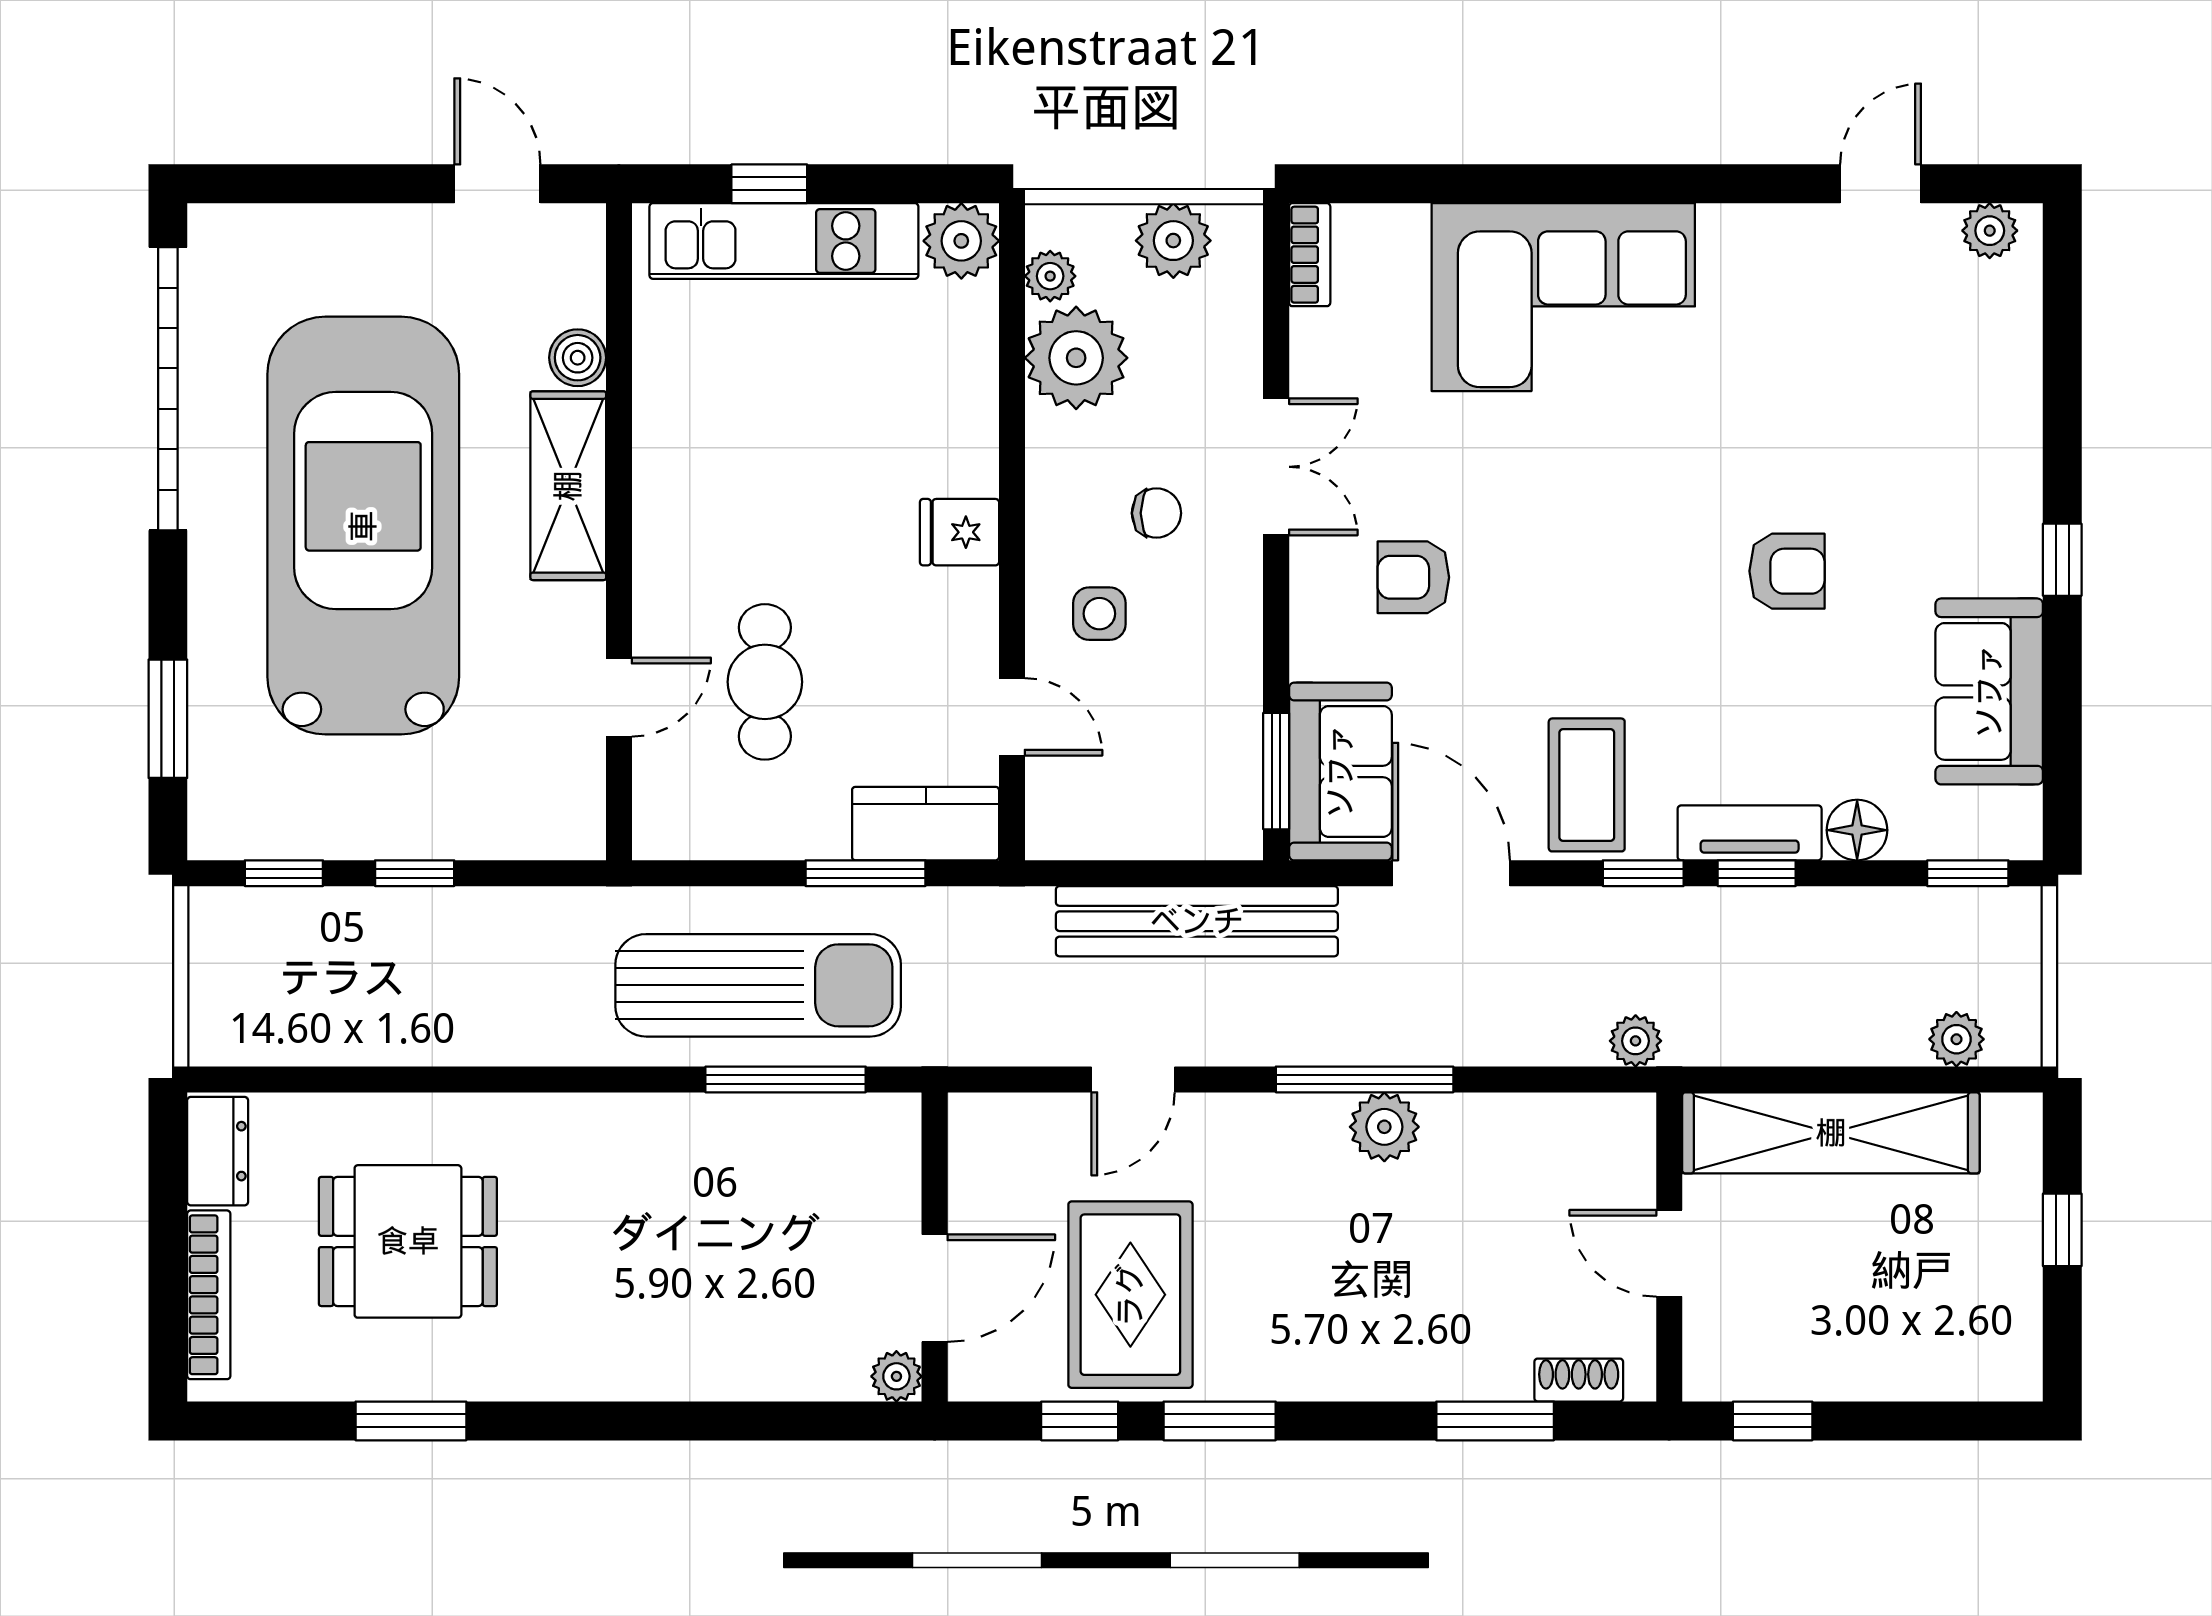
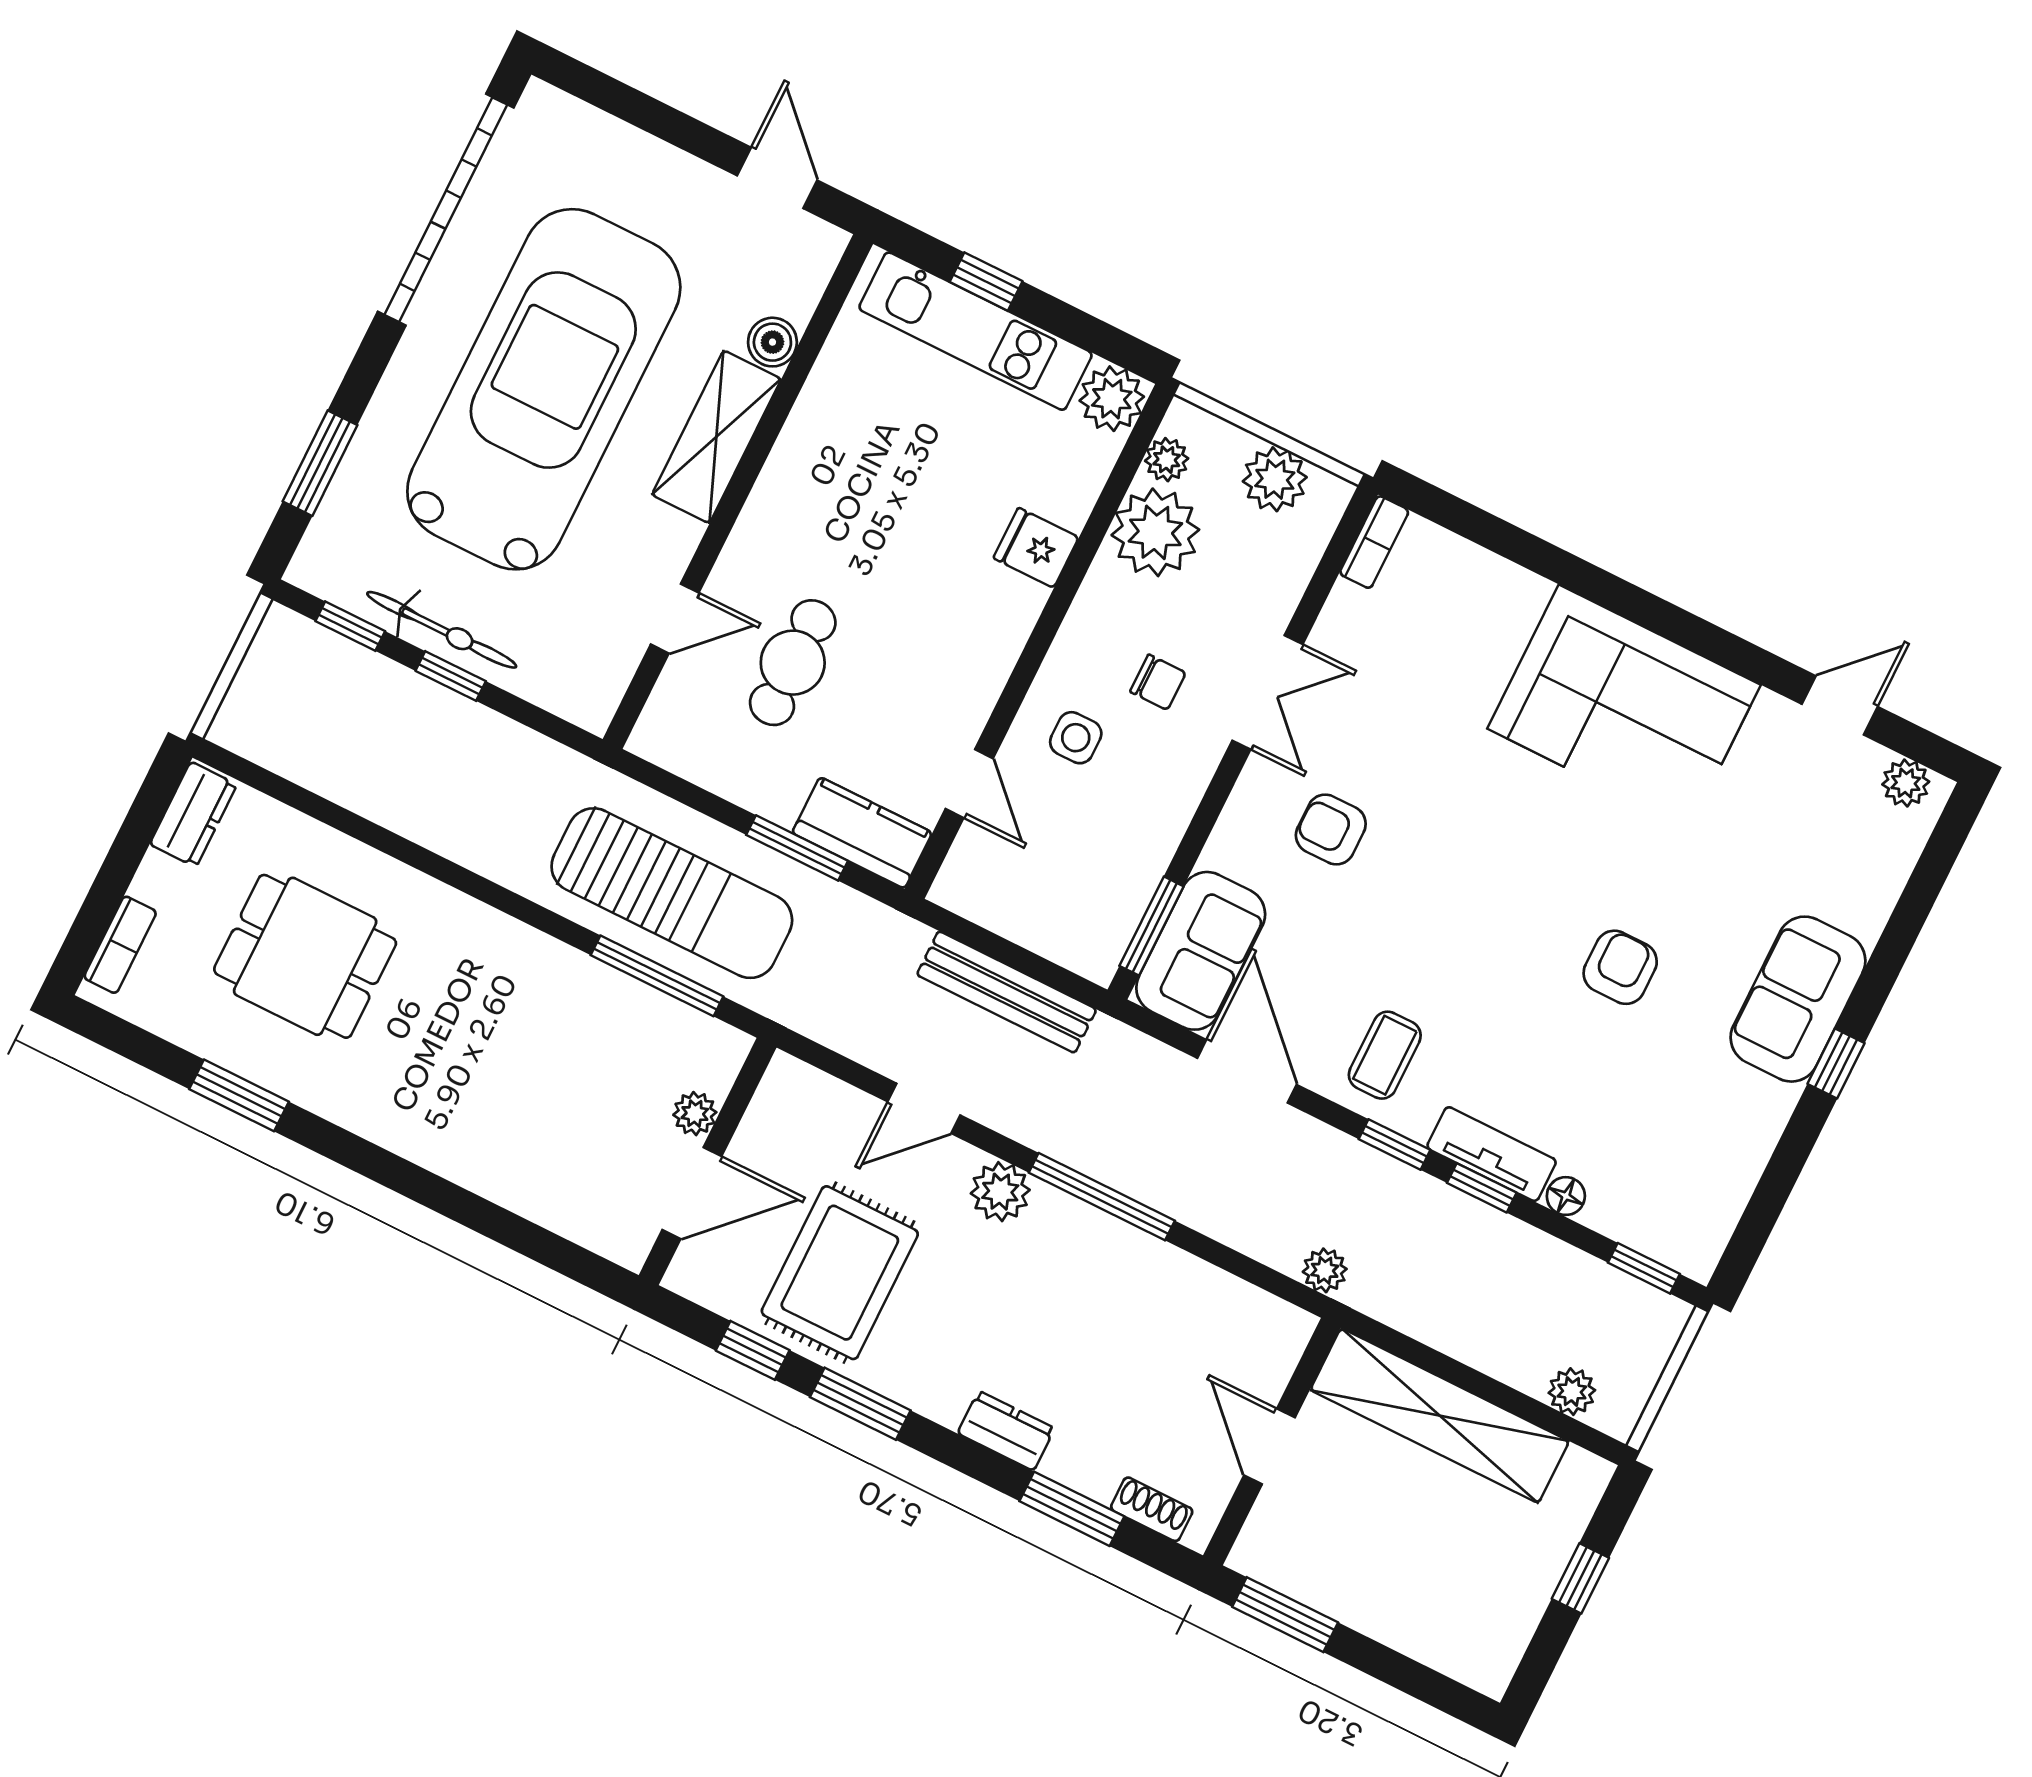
corner sofa: (1563, 297) -> (1624, 707), moved
fridge: (959, 532) -> (1036, 548), moved
armchair: (1787, 571) -> (1620, 967), turned -90
sofa: (1989, 691) -> (1798, 999), moved
coffee table: (1587, 785) -> (1385, 1055), width x0.73, depth x0.77
bicycle: (381, 830) -> (442, 630), added
floor lamp: (1857, 830) -> (1566, 1196), width x0.73, depth x0.73
bench: (1197, 921) -> (1007, 992), width x0.73, depth x0.82
plant: (1384, 1127) -> (1000, 1192), moved
bookcase: (209, 1295) -> (120, 945), width x0.64
dresser: (1386, 1374) -> (1006, 1431), added
plant: (896, 1376) -> (695, 1114), moved
window: (1773, 1421) -> (1285, 1615), width x1.50

